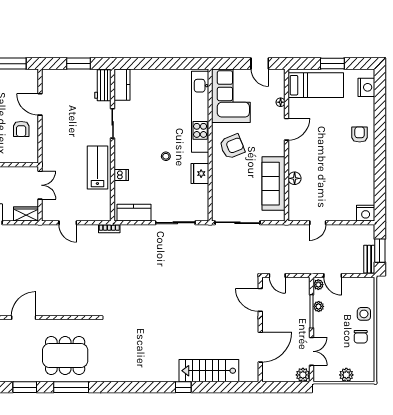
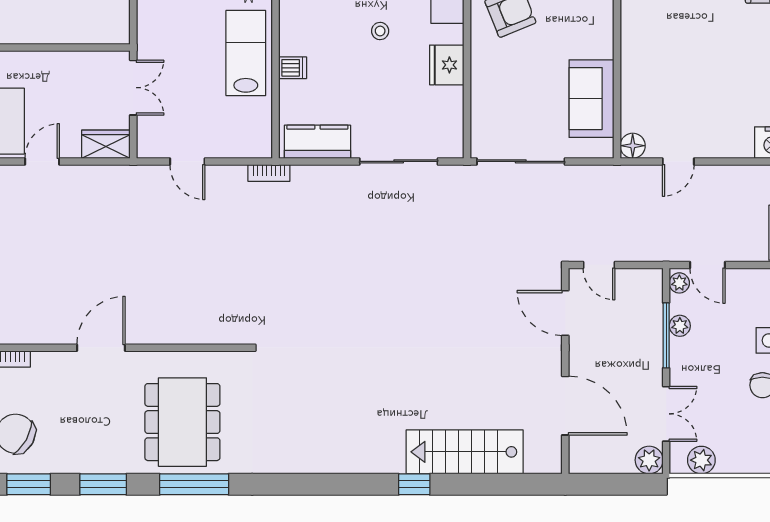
floor lamp: (295, 178) -> (633, 146), moved
sofa: (274, 184) -> (591, 99), width x0.73
door: (260, 347) -> (565, 406), hinge flipped
dining table: (65, 356) -> (182, 422), turned 90
plant: (346, 375) -> (701, 460), moved

